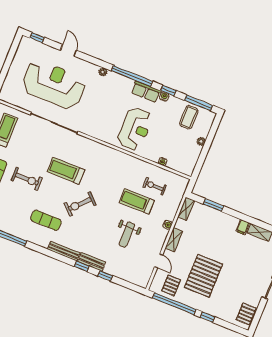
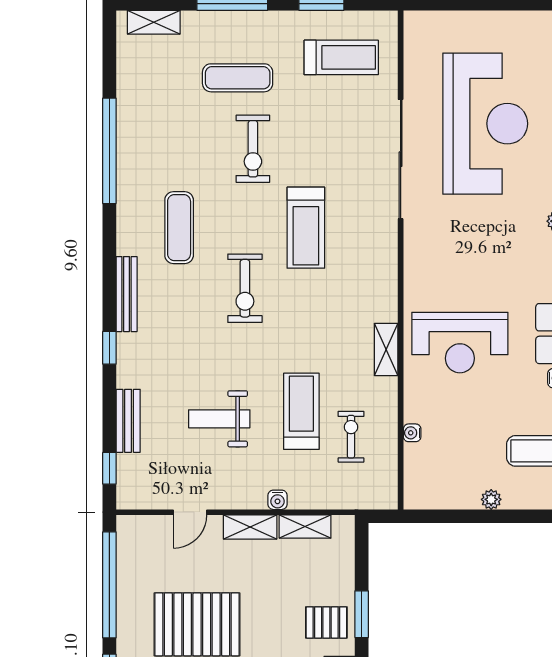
shelving: (126, 159) -> (386, 349), added
treadmill: (66, 171) -> (306, 228), turned 180
exercise bike: (80, 204) -> (245, 288), turned -134
window: (213, 205) -> (362, 614), moved
shelving: (186, 209) -> (305, 527), moved
bench: (92, 262) -> (128, 421), moved
window: (105, 276) -> (109, 468), moved
pallet: (171, 285) -> (326, 622), moved

